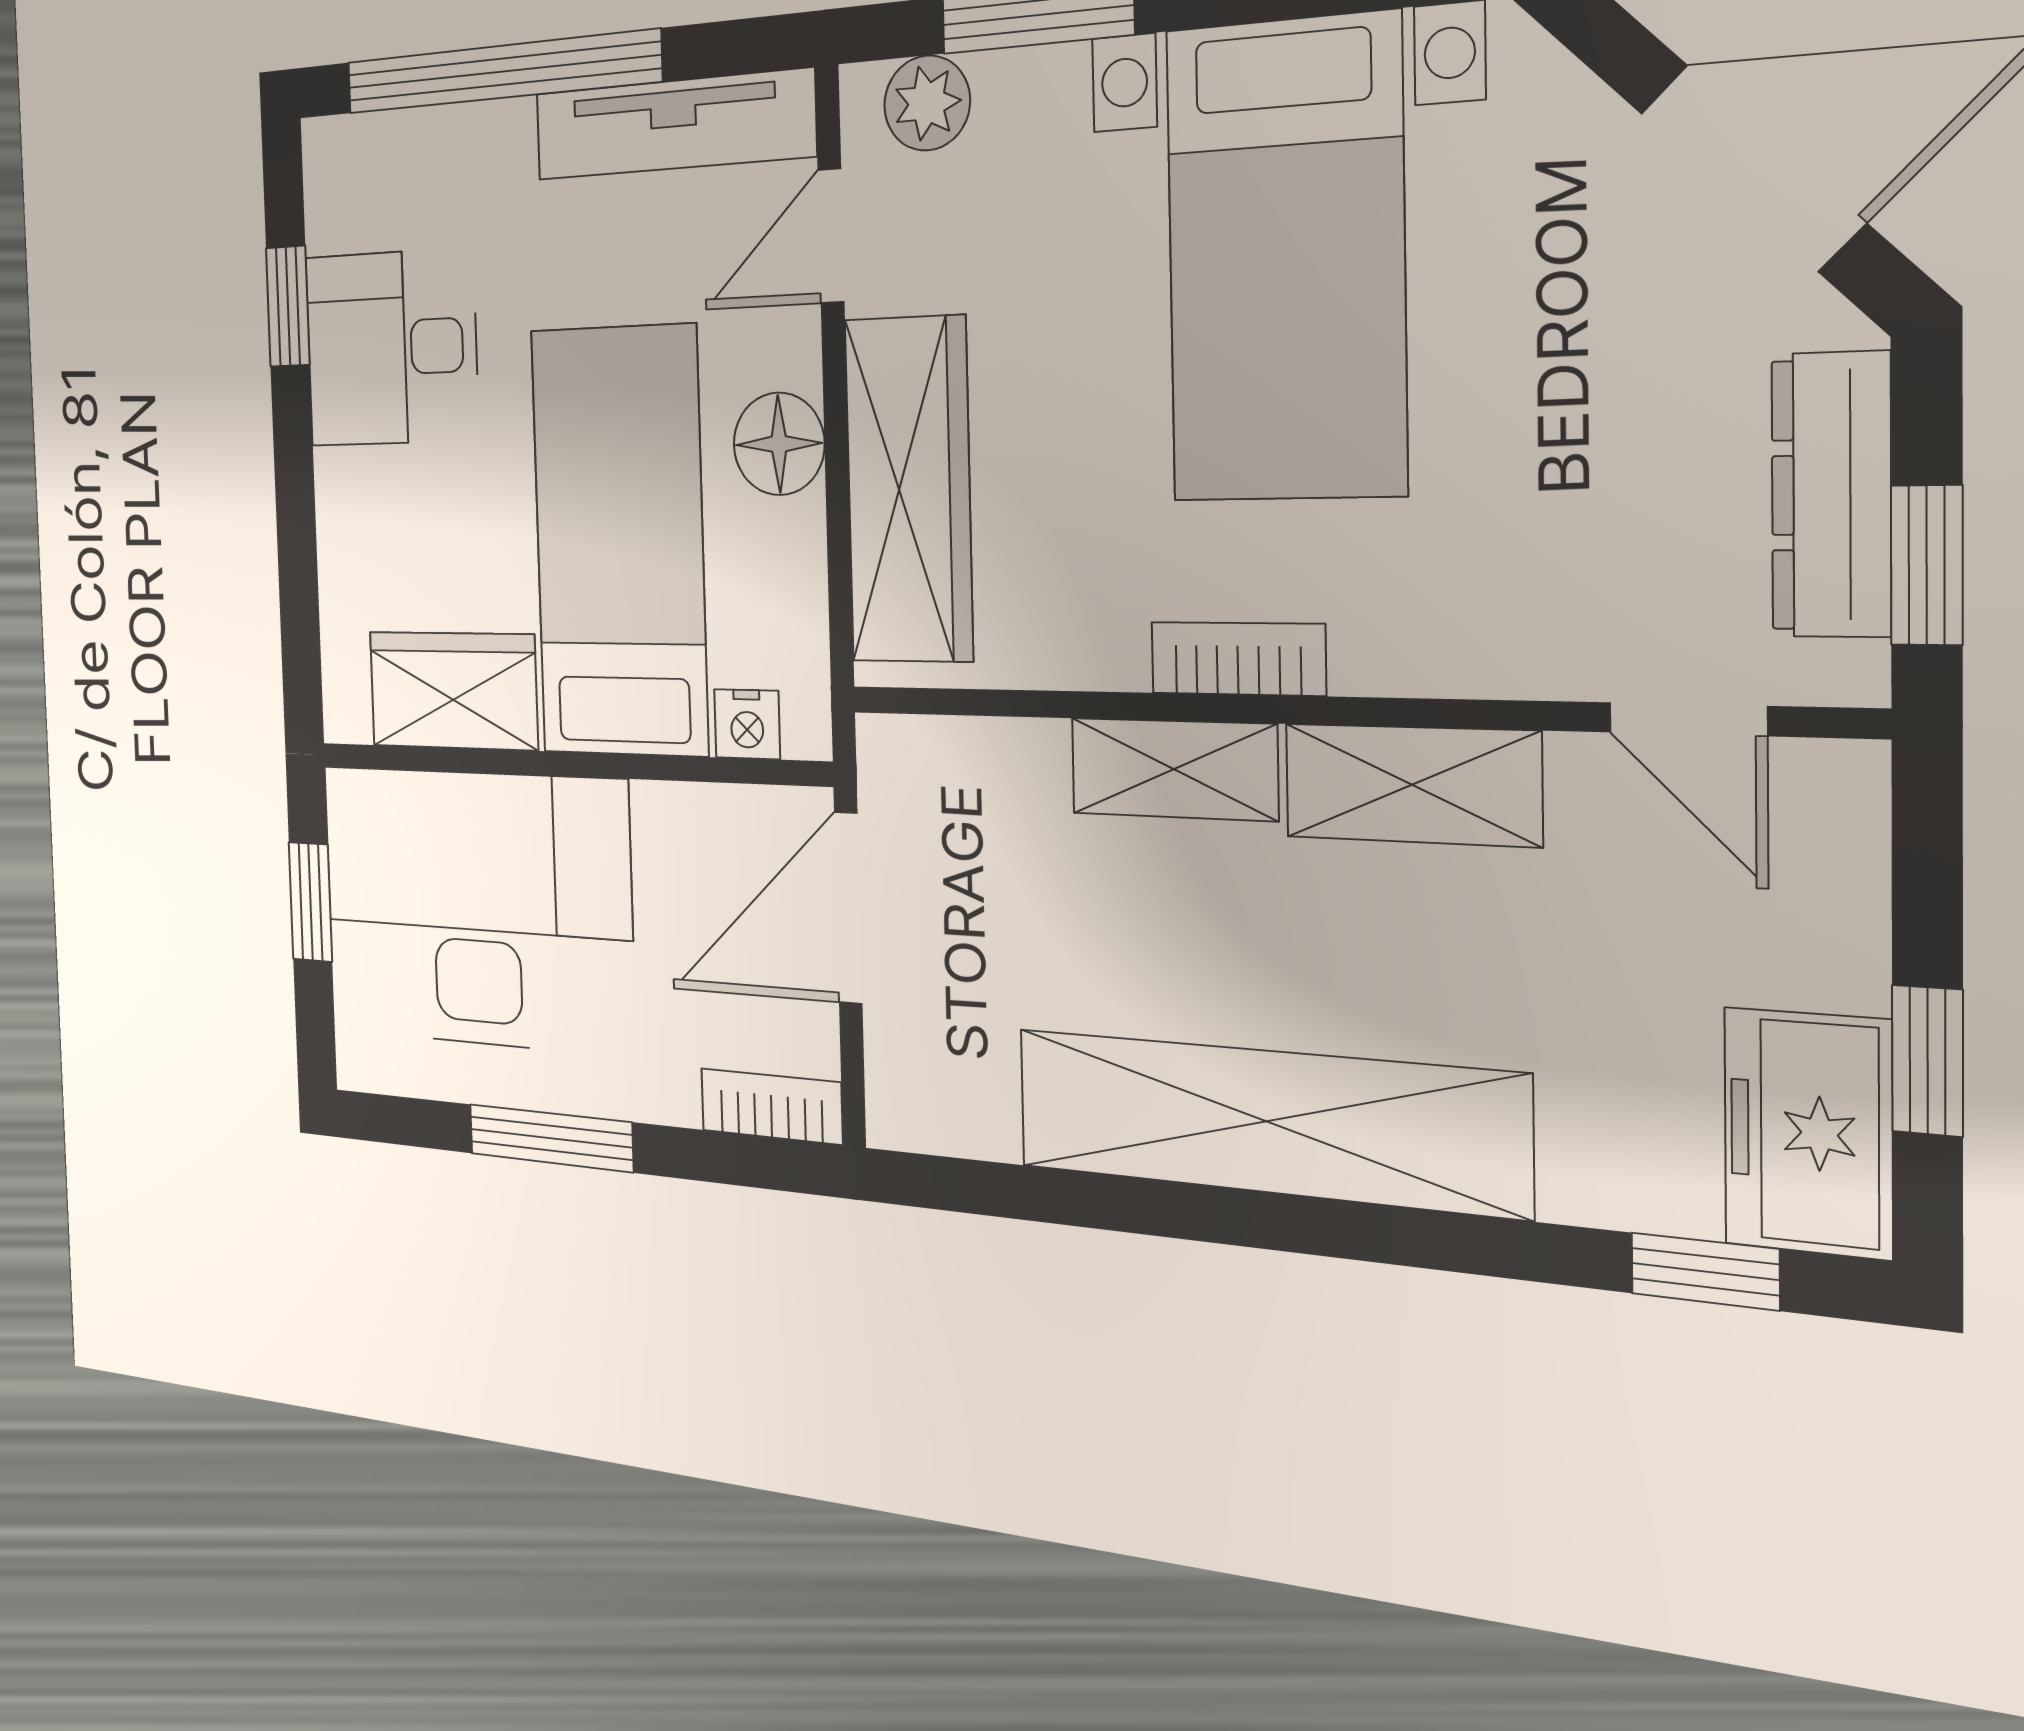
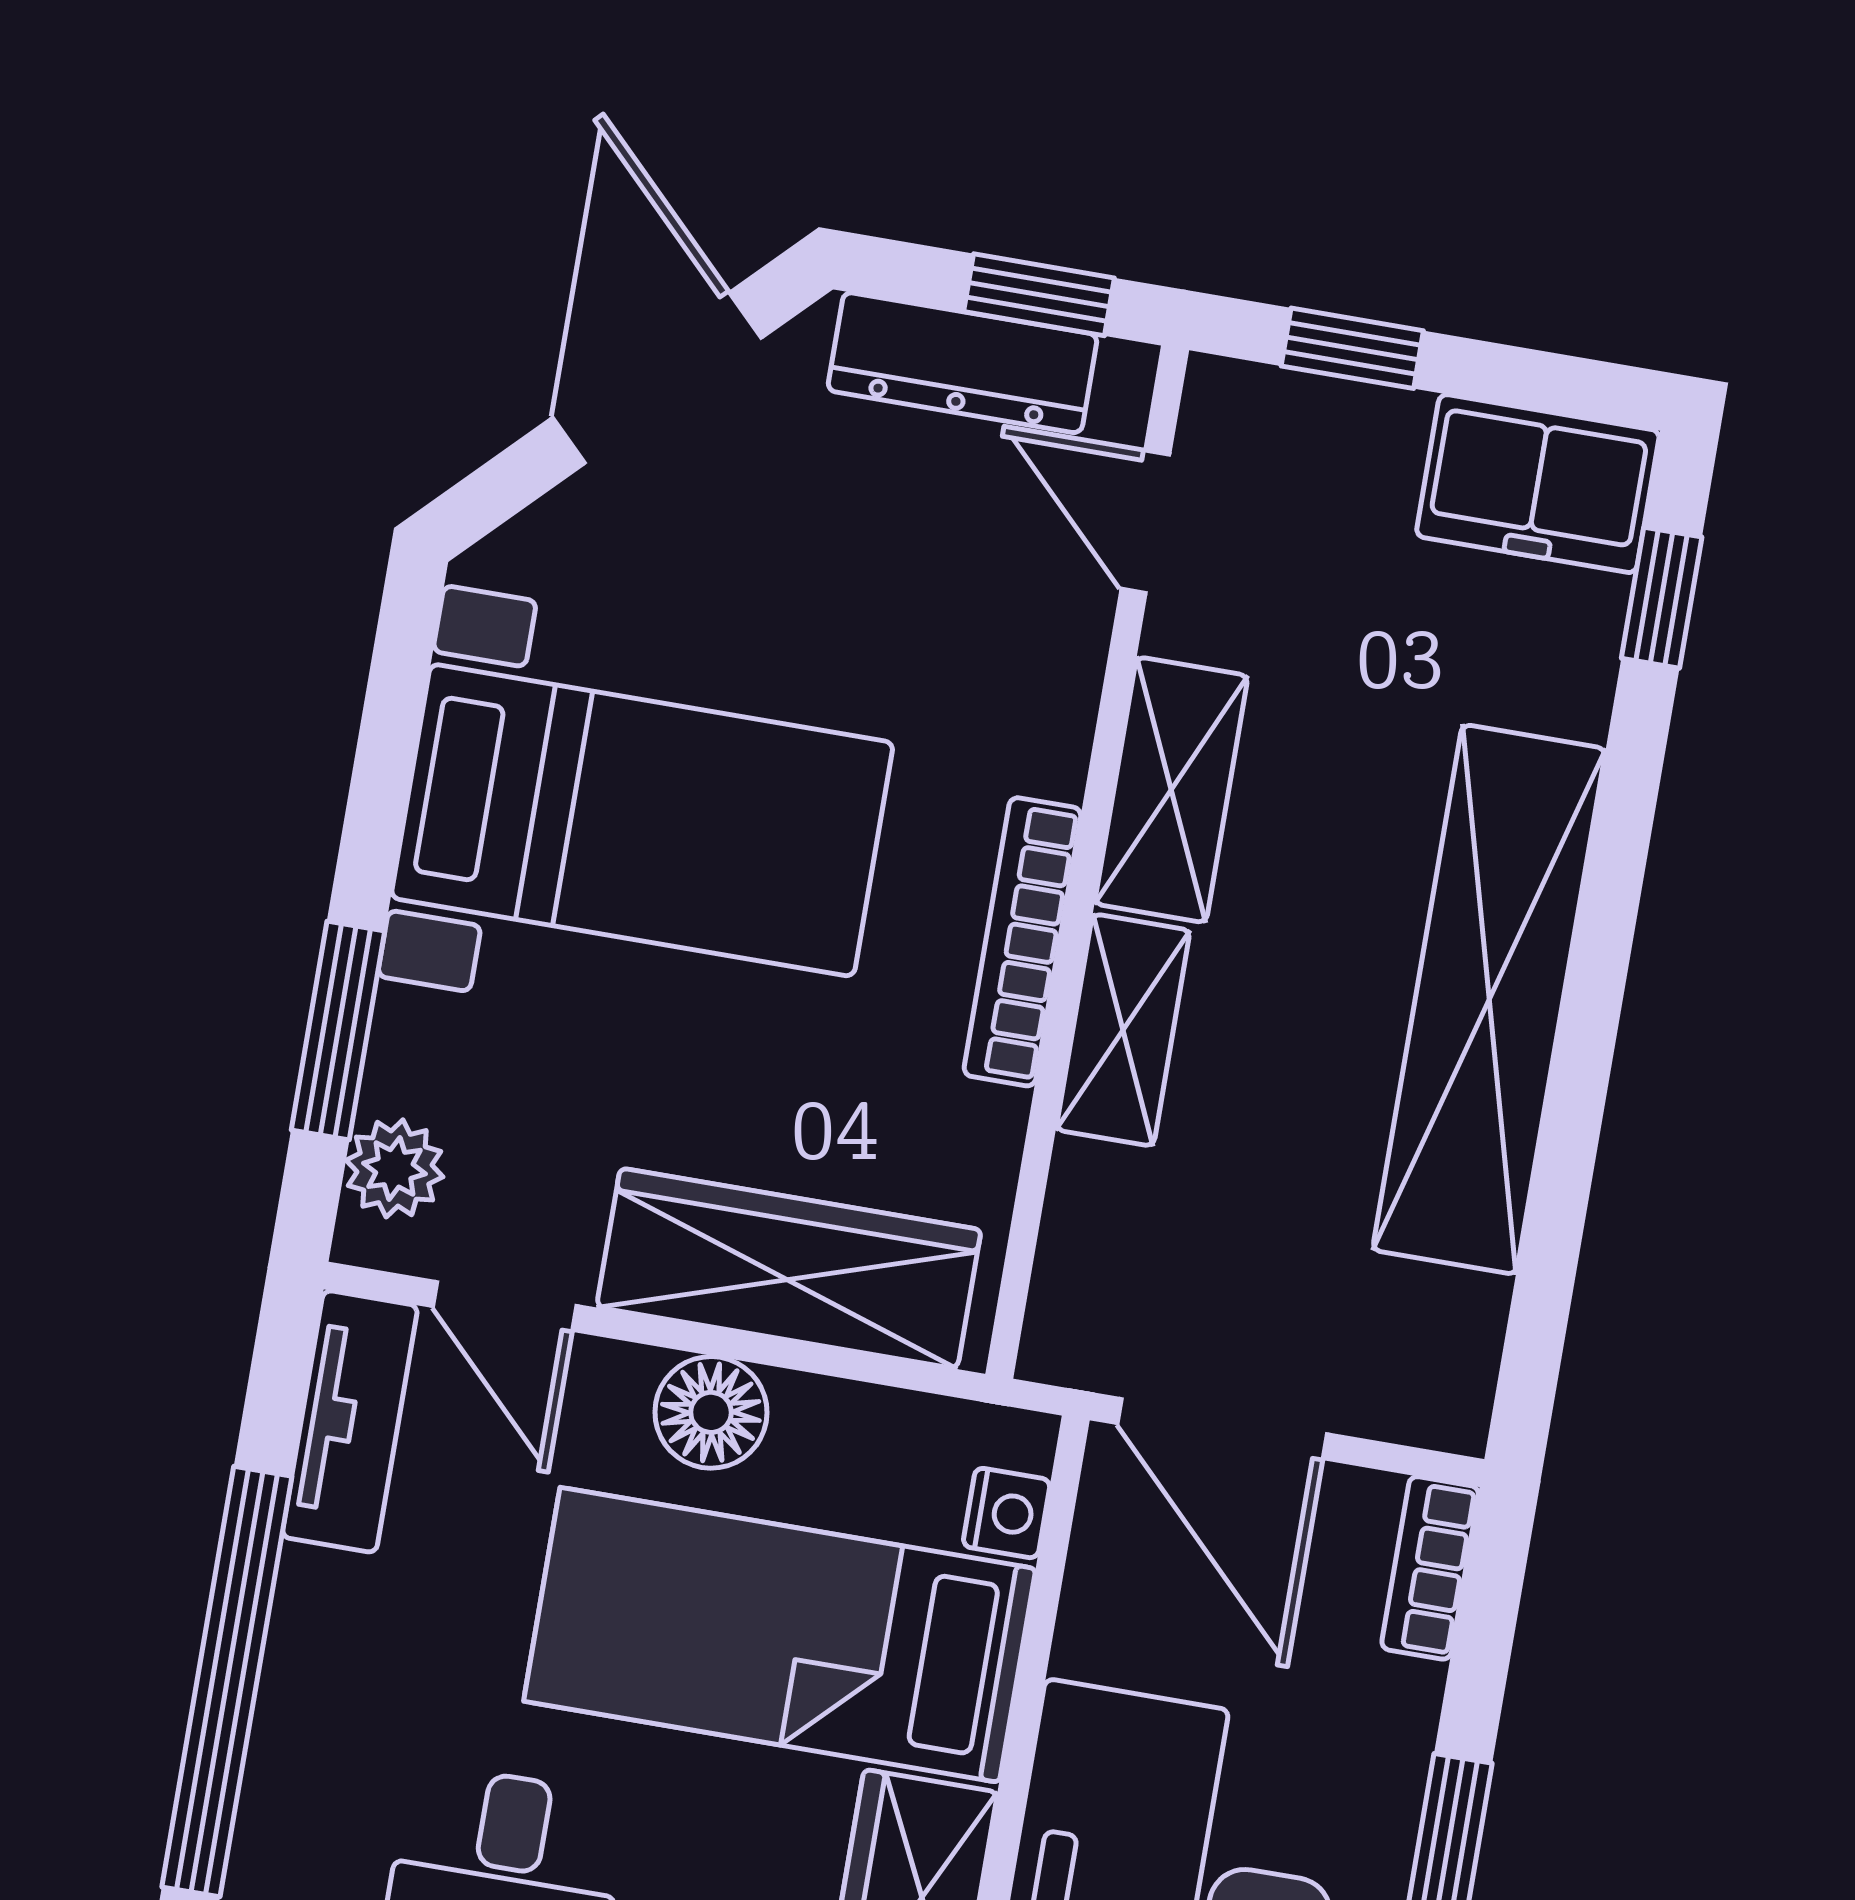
tv unit: (673, 125) -> (350, 1421), width x0.71
bookcase: (1238, 659) -> (1023, 942), width x1.56
door: (1688, 719) -> (1145, 522), swing flipped
window: (1927, 1061) -> (1352, 348), moved

